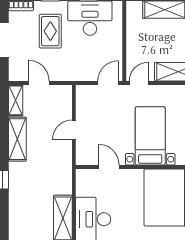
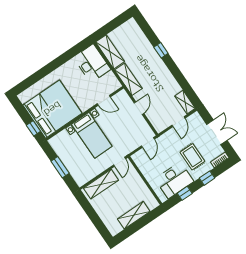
door: (39, 83) -> (178, 122), hinge flipped
door: (108, 83) -> (148, 143), moved
shelving: (17, 139) -> (128, 79), moved

